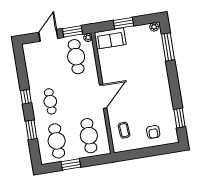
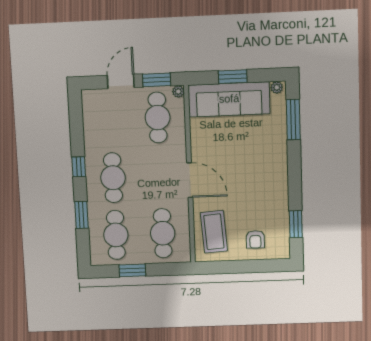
sofa: (110, 38) -> (229, 99), width x1.85, depth x1.27
door: (103, 97) -> (190, 180), hinge flipped
cafe table: (50, 101) -> (113, 178), width x1.37, depth x1.35
coffee table: (124, 130) -> (214, 232), width x1.86, depth x1.72

